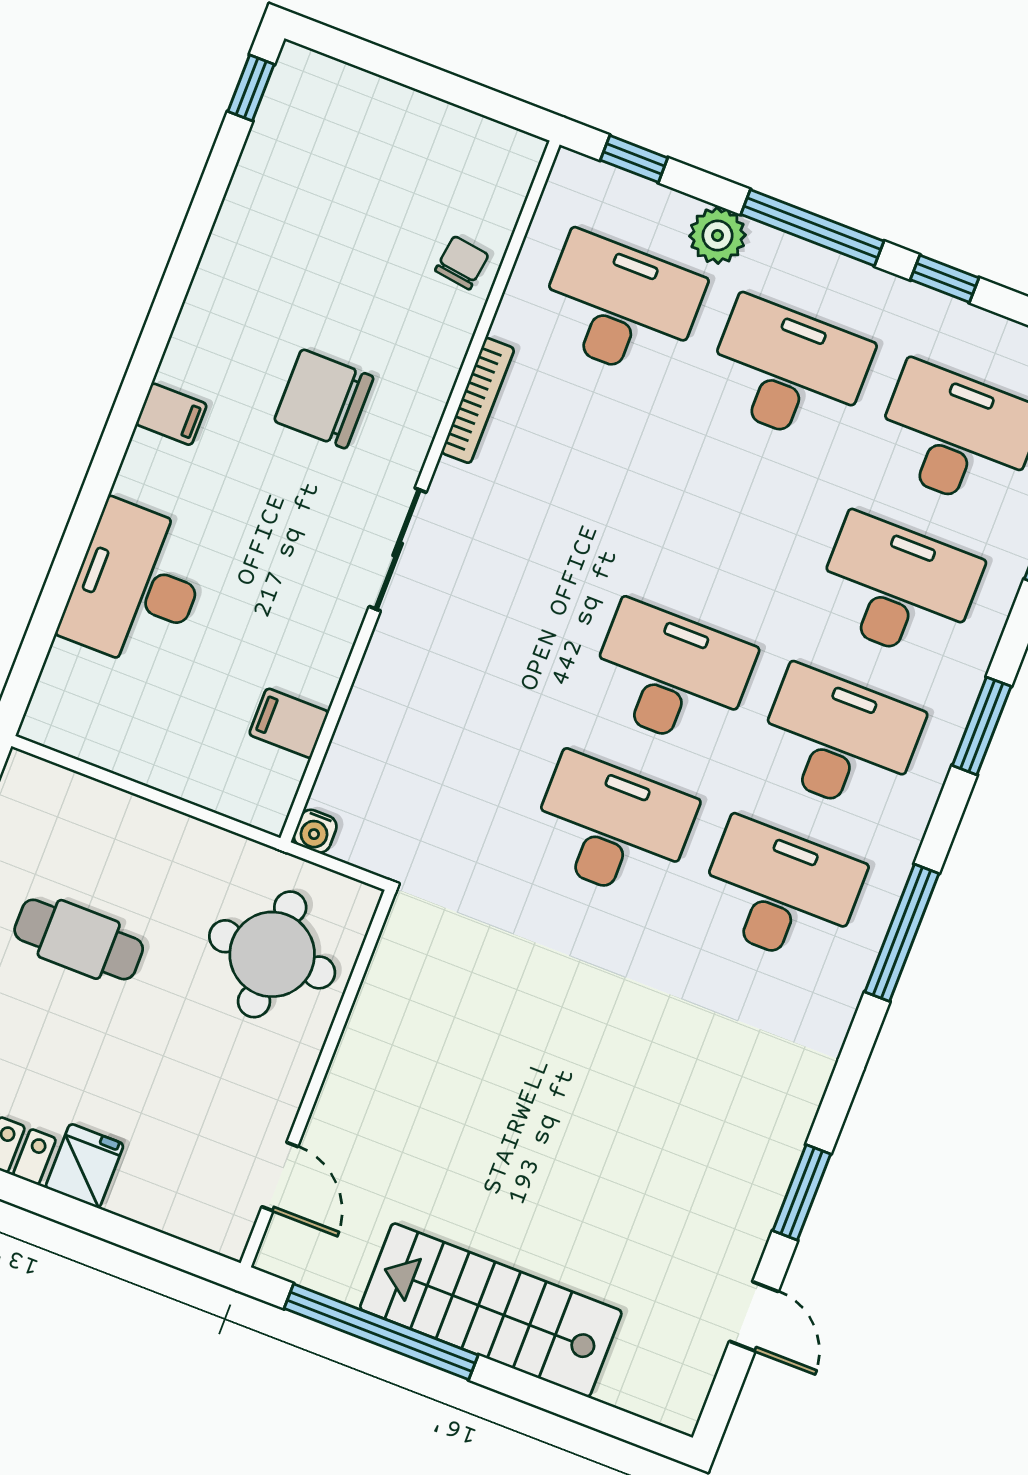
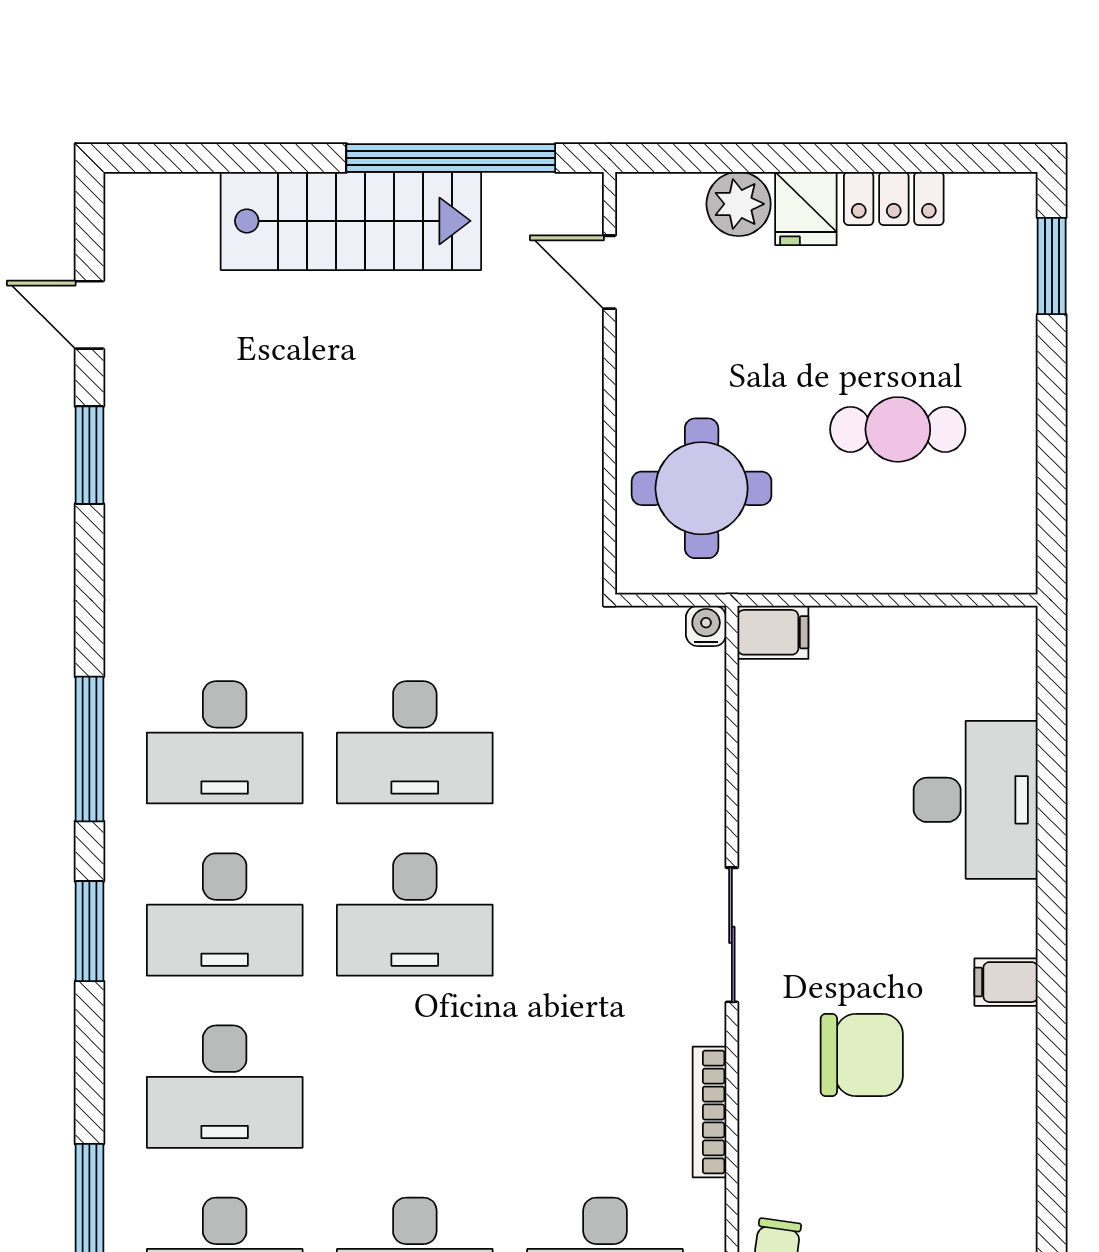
filing cabinet: (289, 723) -> (773, 632), moved
window: (982, 726) -> (89, 931), moved
plant: (142, 1193) -> (739, 204), added

